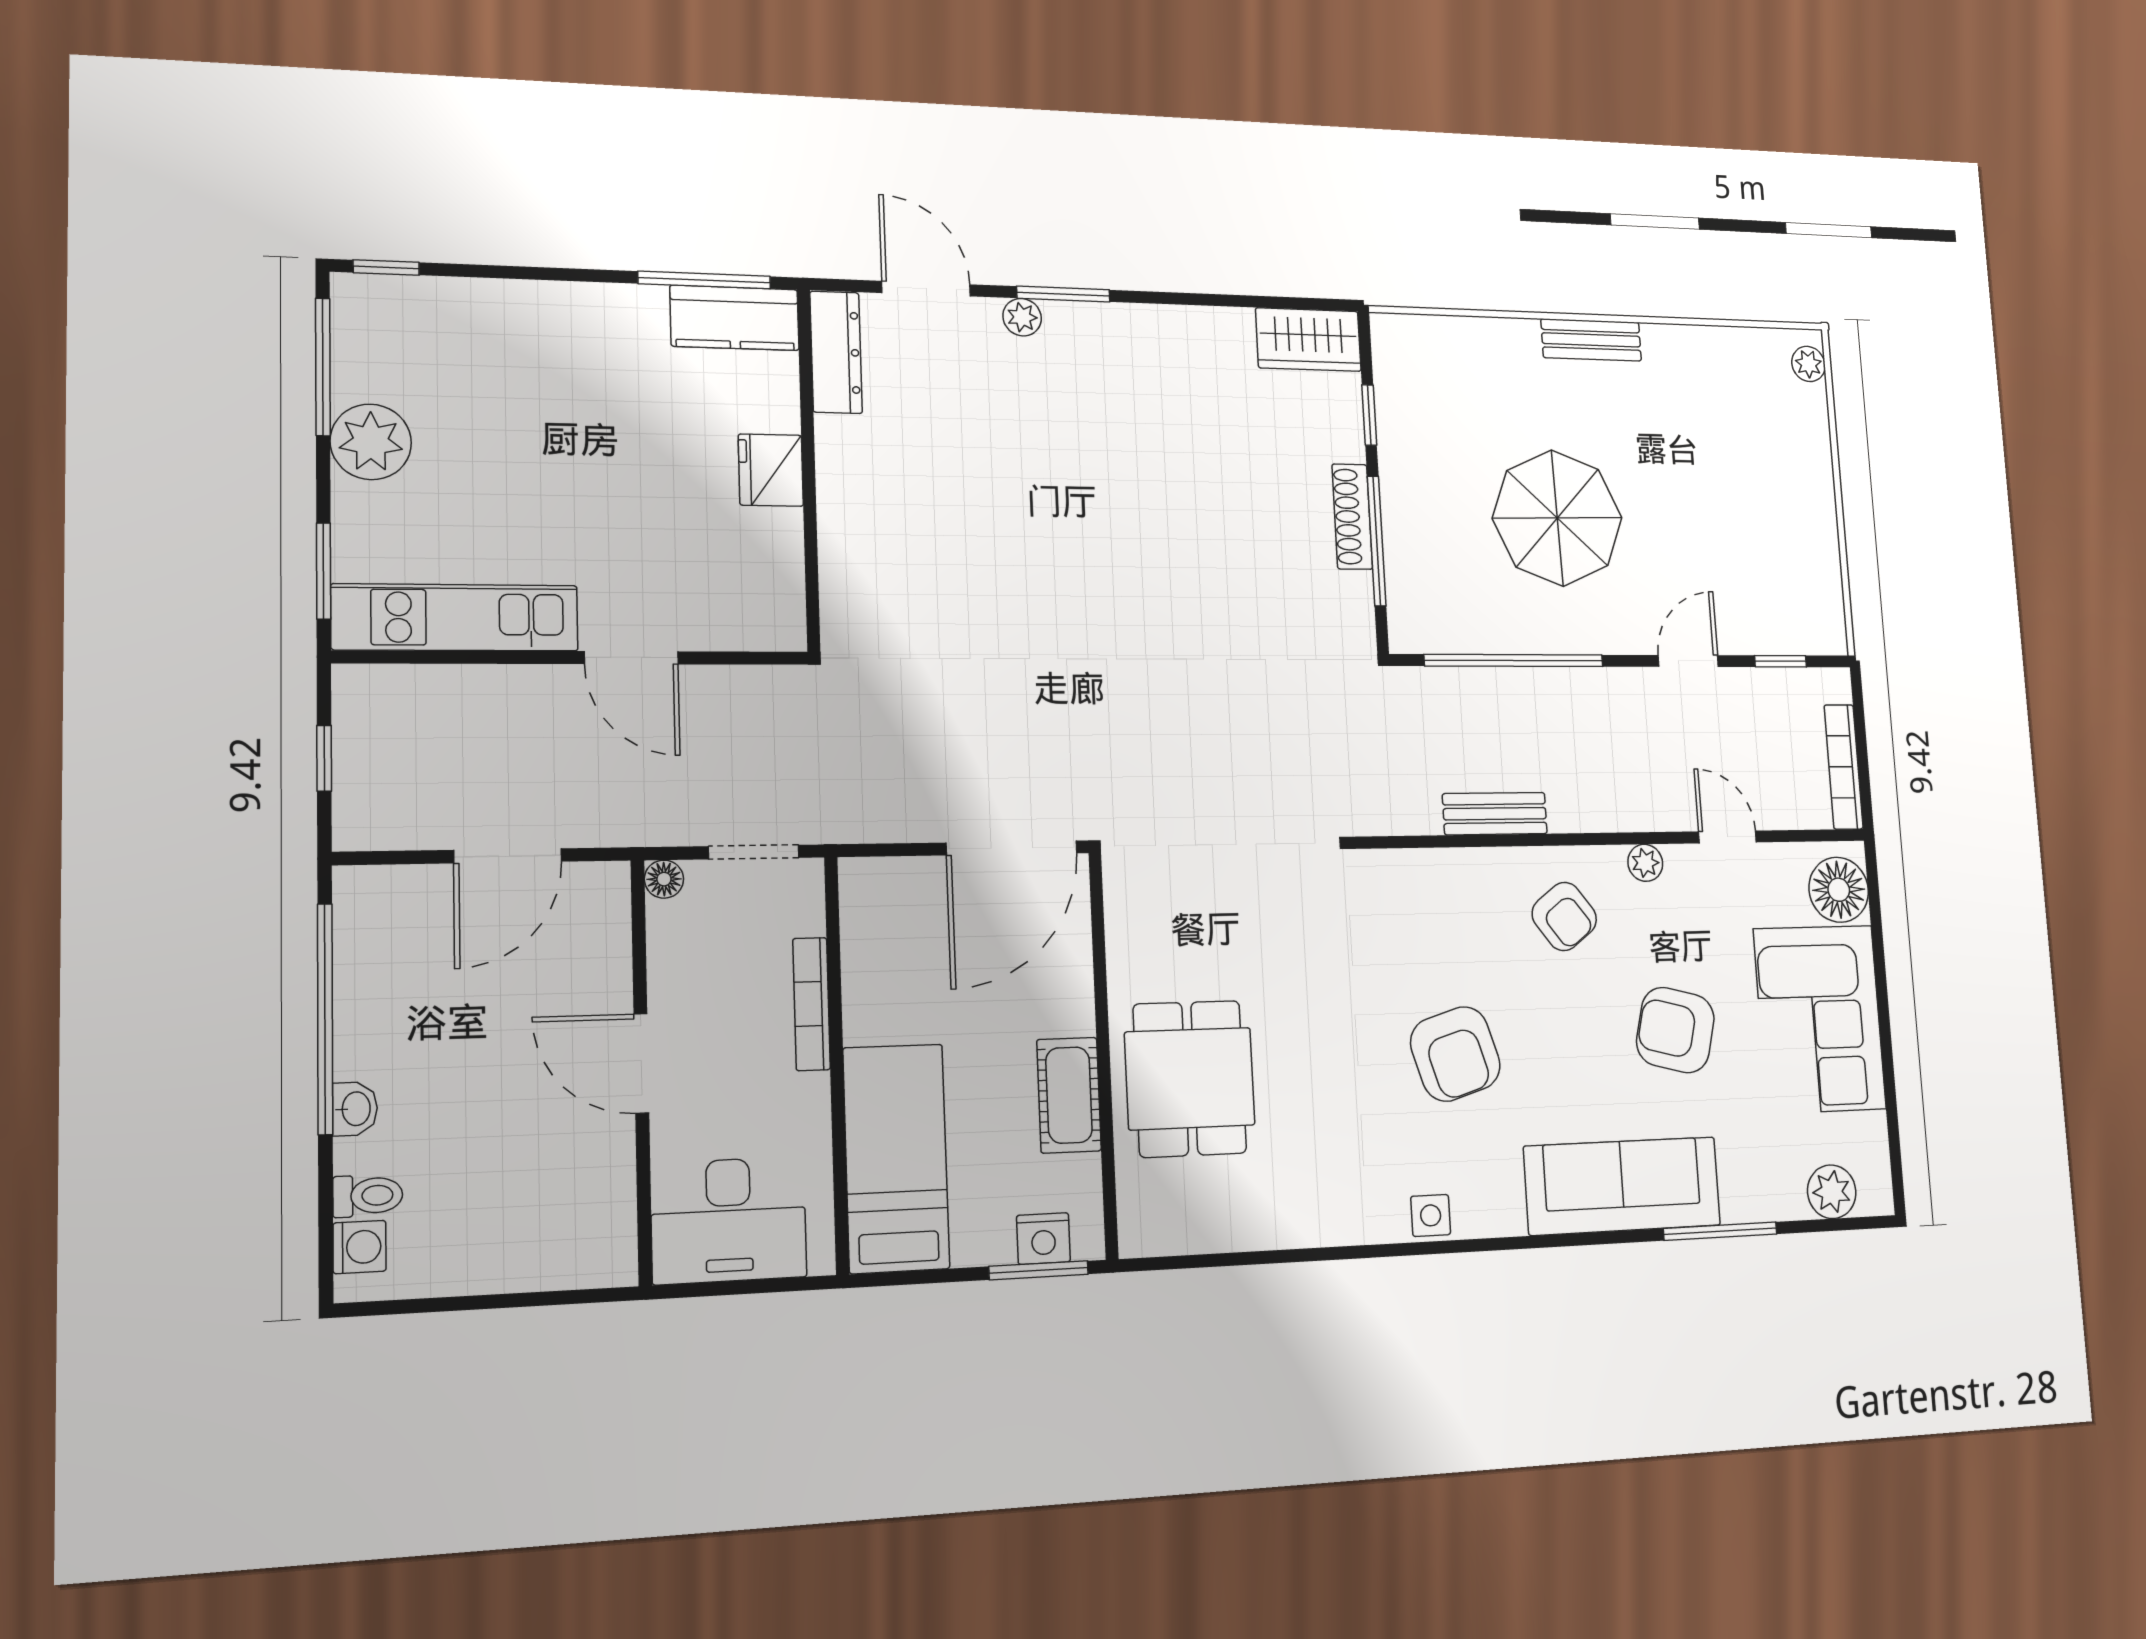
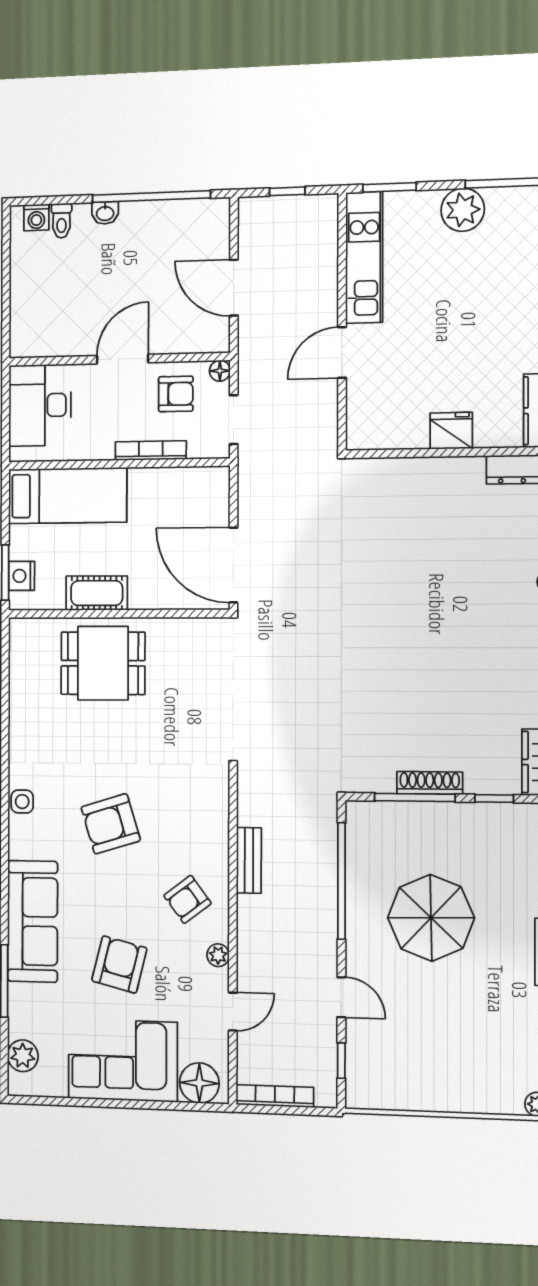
armchair: (707, 960) -> (176, 394), added

